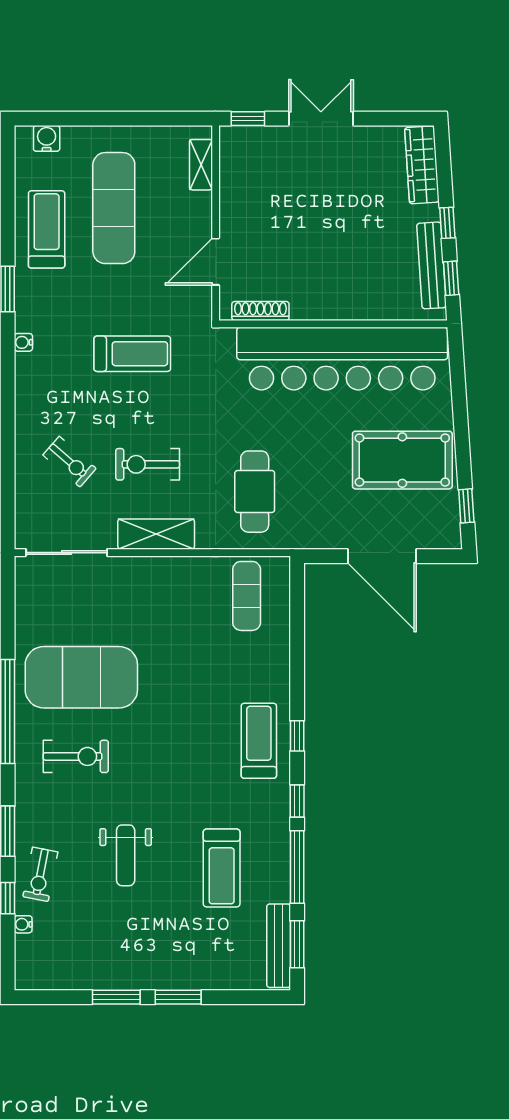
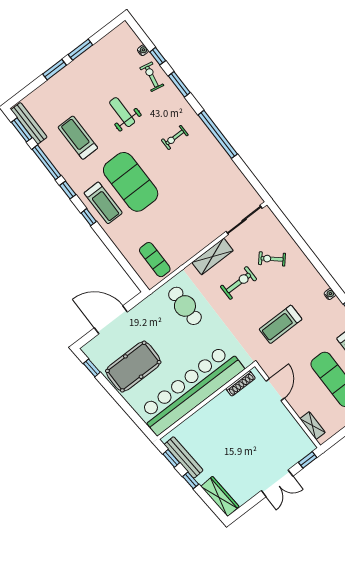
exercise mat: (81, 677) -> (131, 182), moved, turned 90
exercise bike: (76, 756) -> (175, 137), width x0.73, depth x0.72

